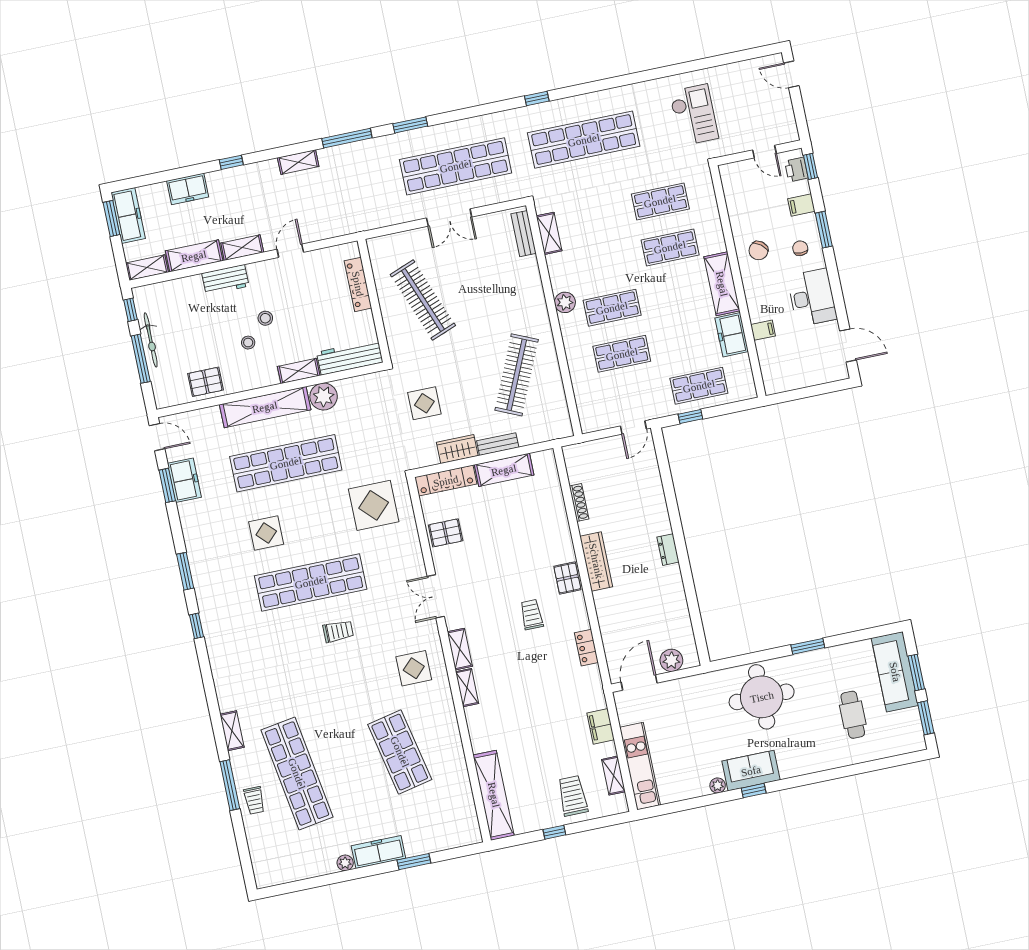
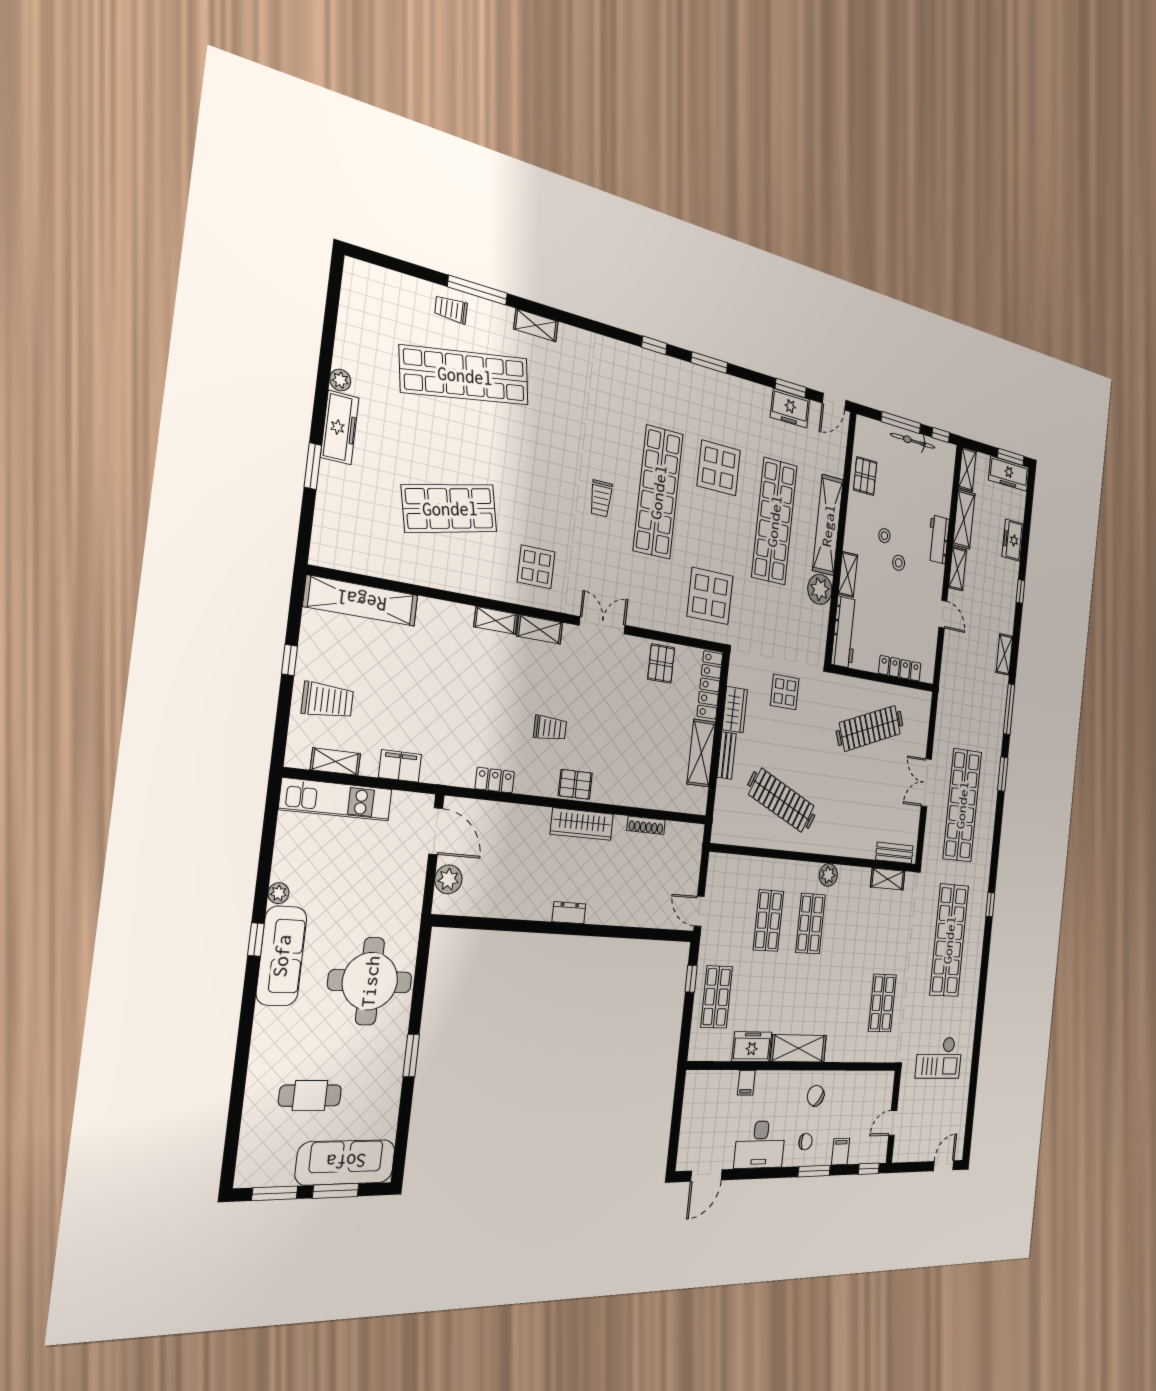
printer: (796, 170) -> (870, 1153), removed
shop shelf: (670, 247) -> (843, 1002), removed
display table: (266, 533) -> (719, 468), width x1.36, depth x1.36
sofa: (751, 771) -> (281, 956), width x1.36

